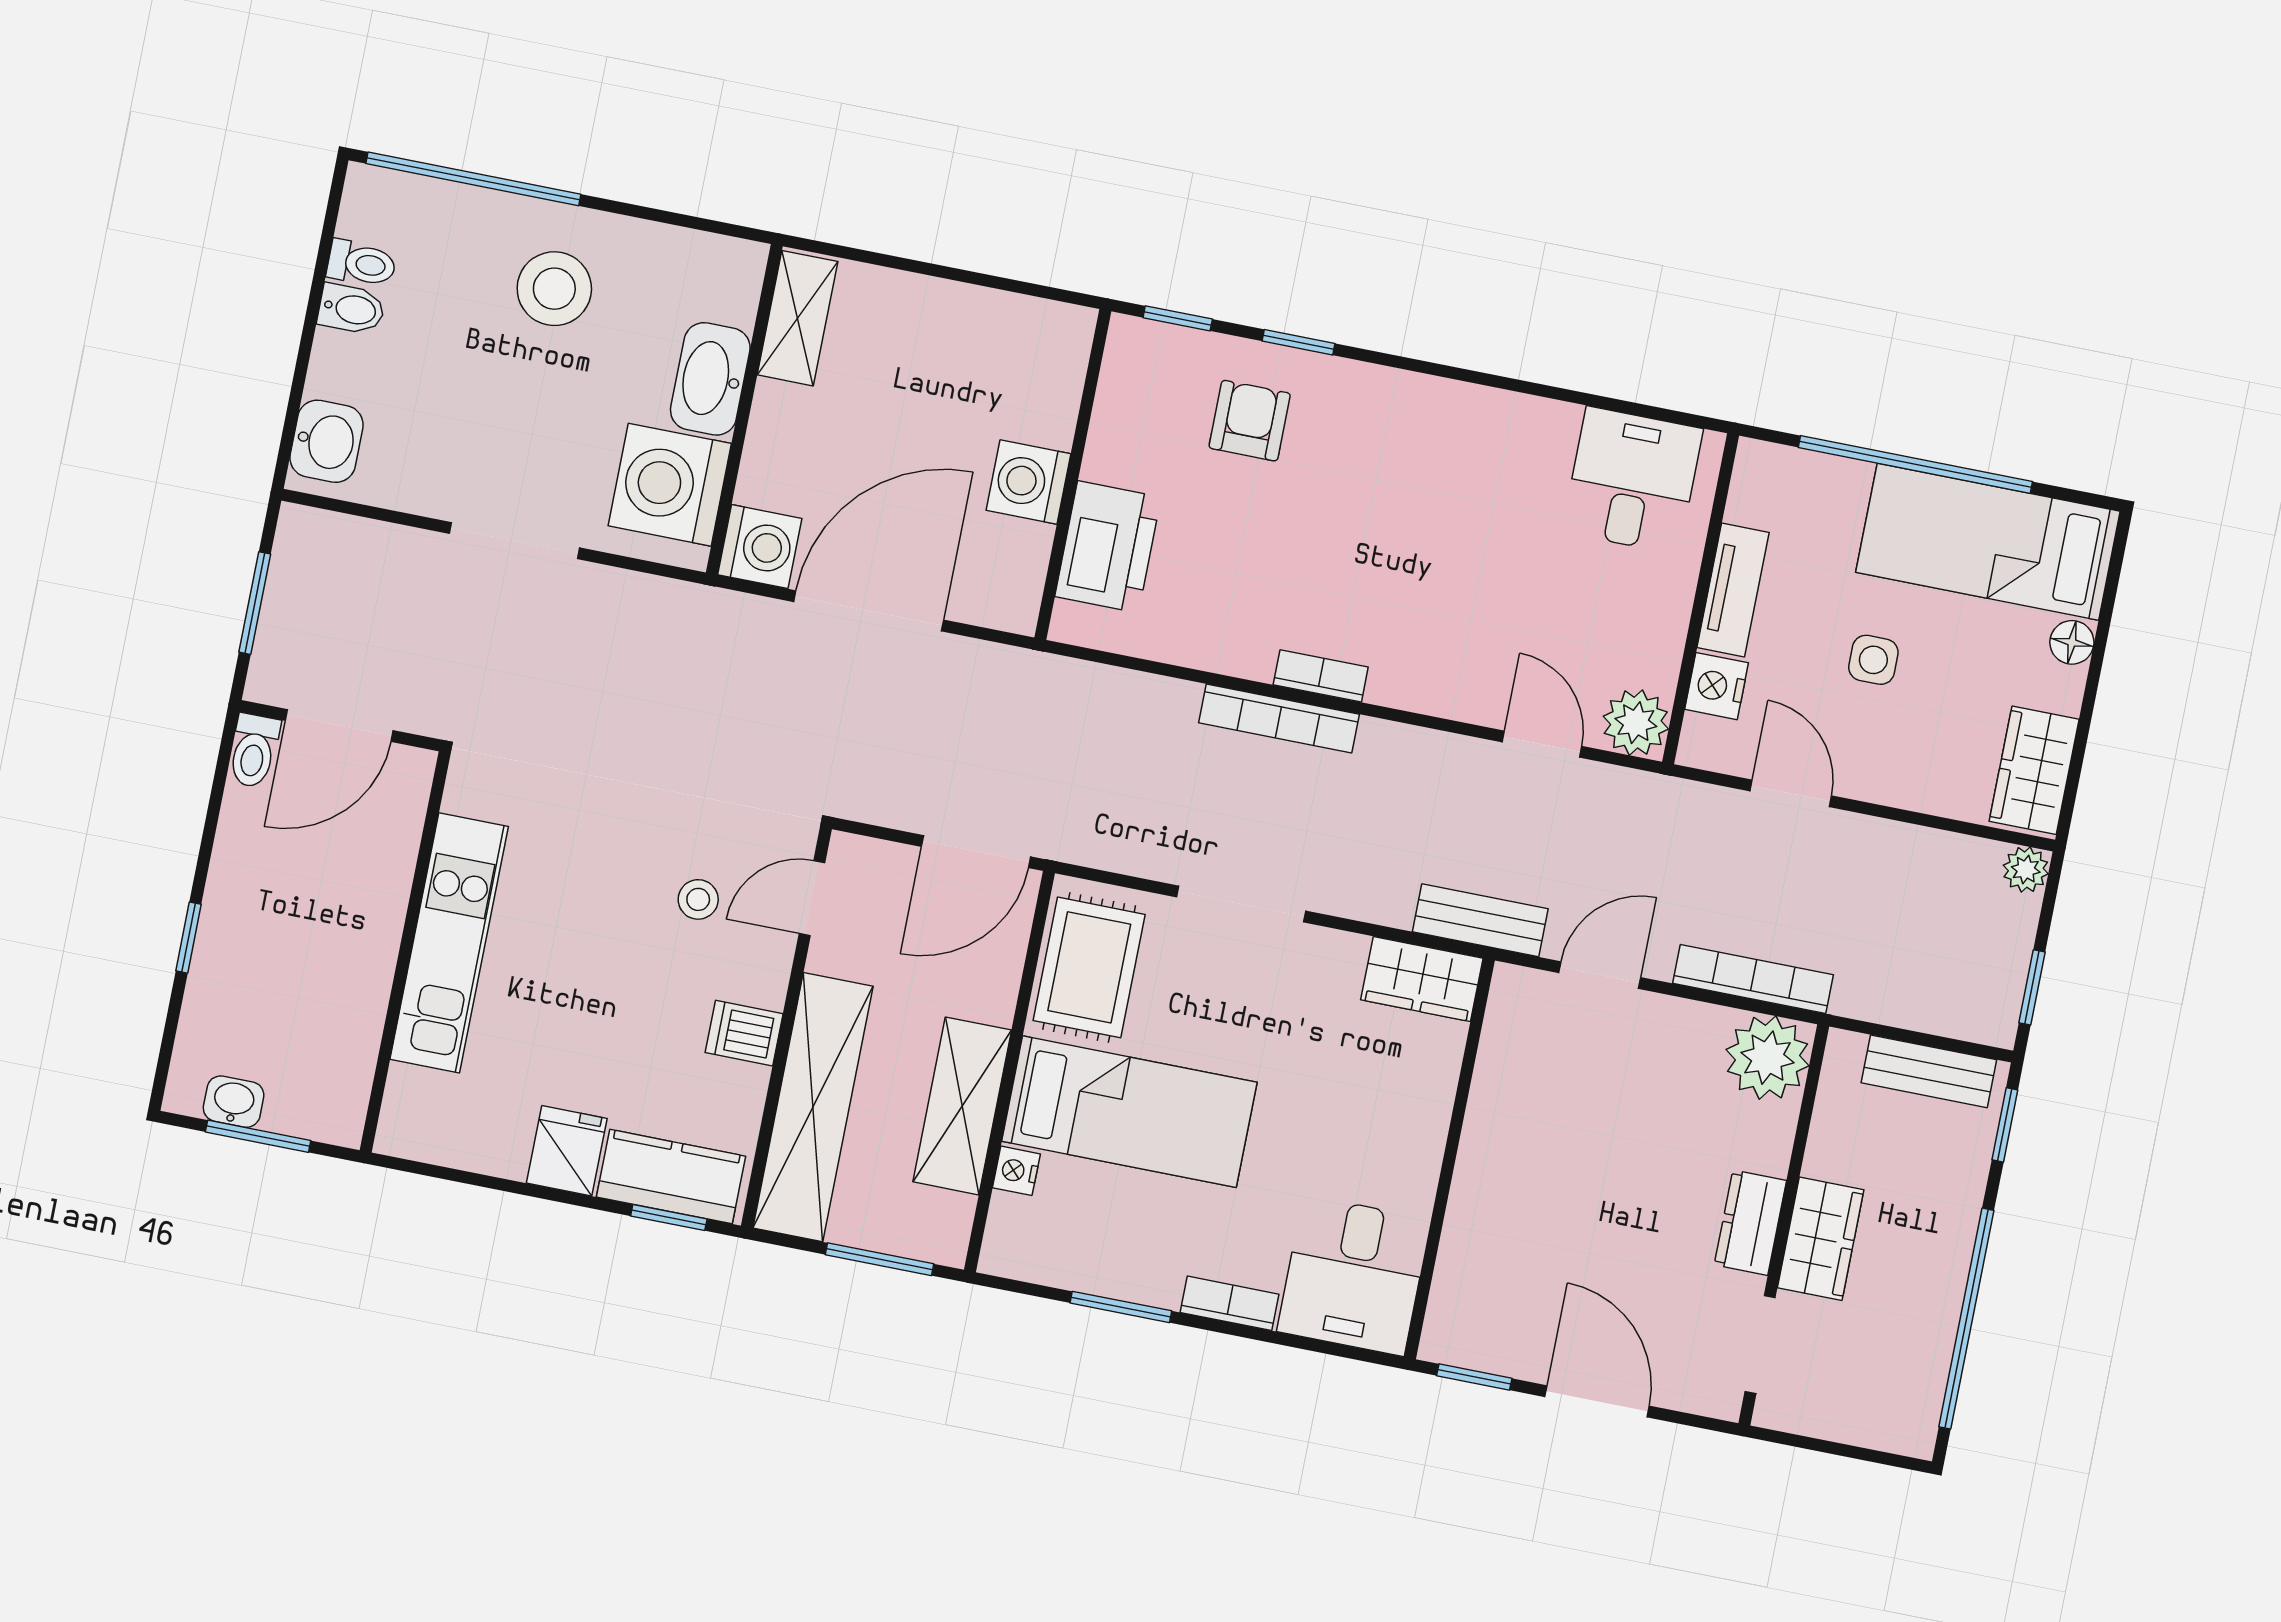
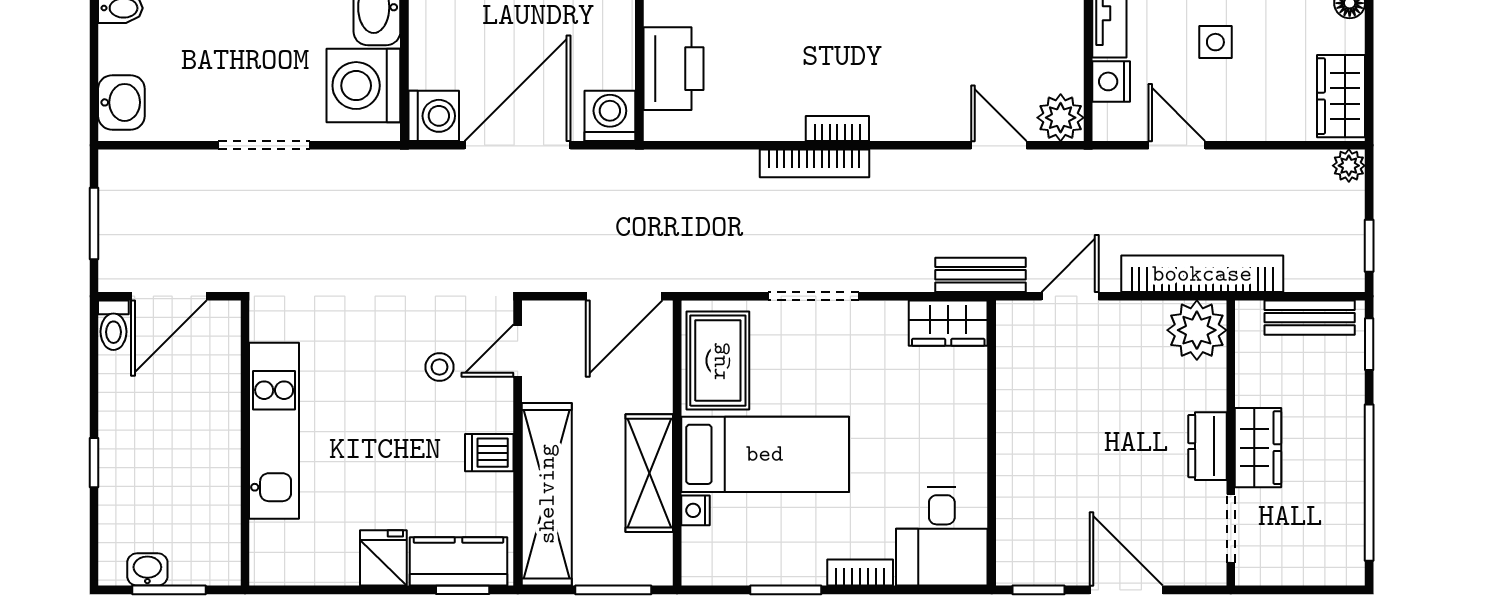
washing machine: (1028, 482) -> (610, 116), moved, turned 90
bookcase: (1753, 979) -> (1202, 274), width x1.48, depth x1.31

